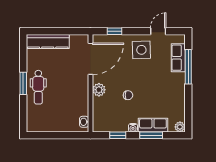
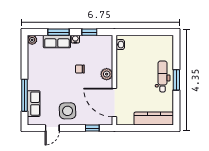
door: (90, 59) -> (114, 103), hinge flipped

